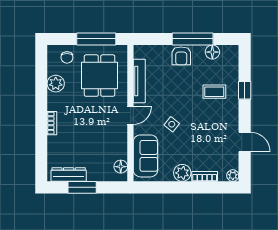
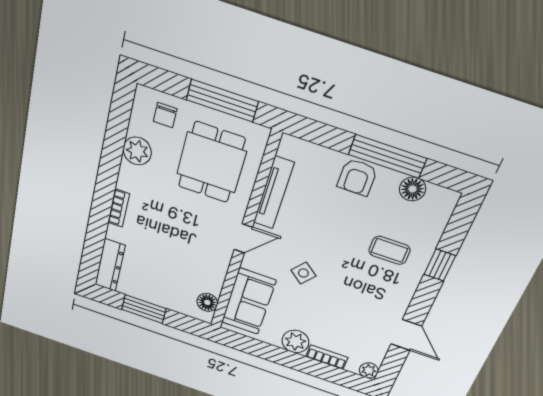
dresser: (69, 175) -> (110, 265), moved, turned 90

